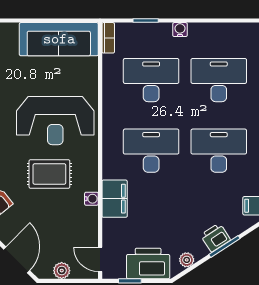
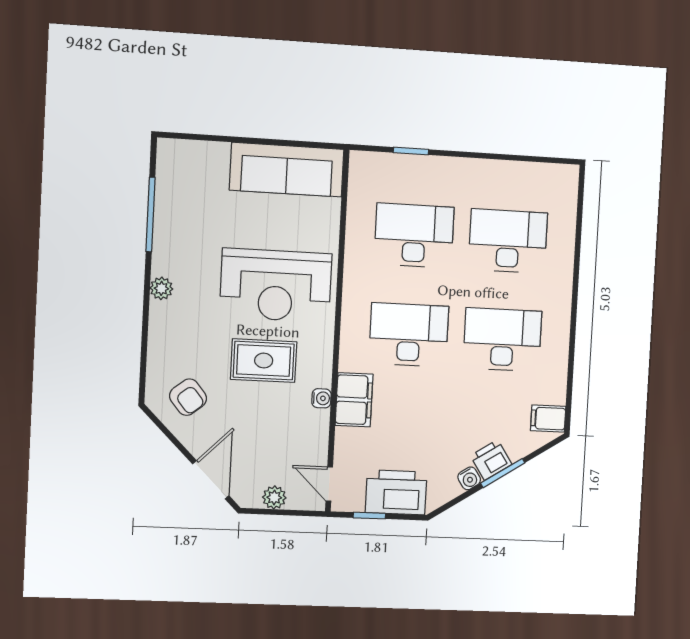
water cooler: (180, 30) -> (469, 478), moved, turned 147
bookcase: (108, 38) -> (357, 172), removed
plant: (187, 260) -> (450, 489), removed

